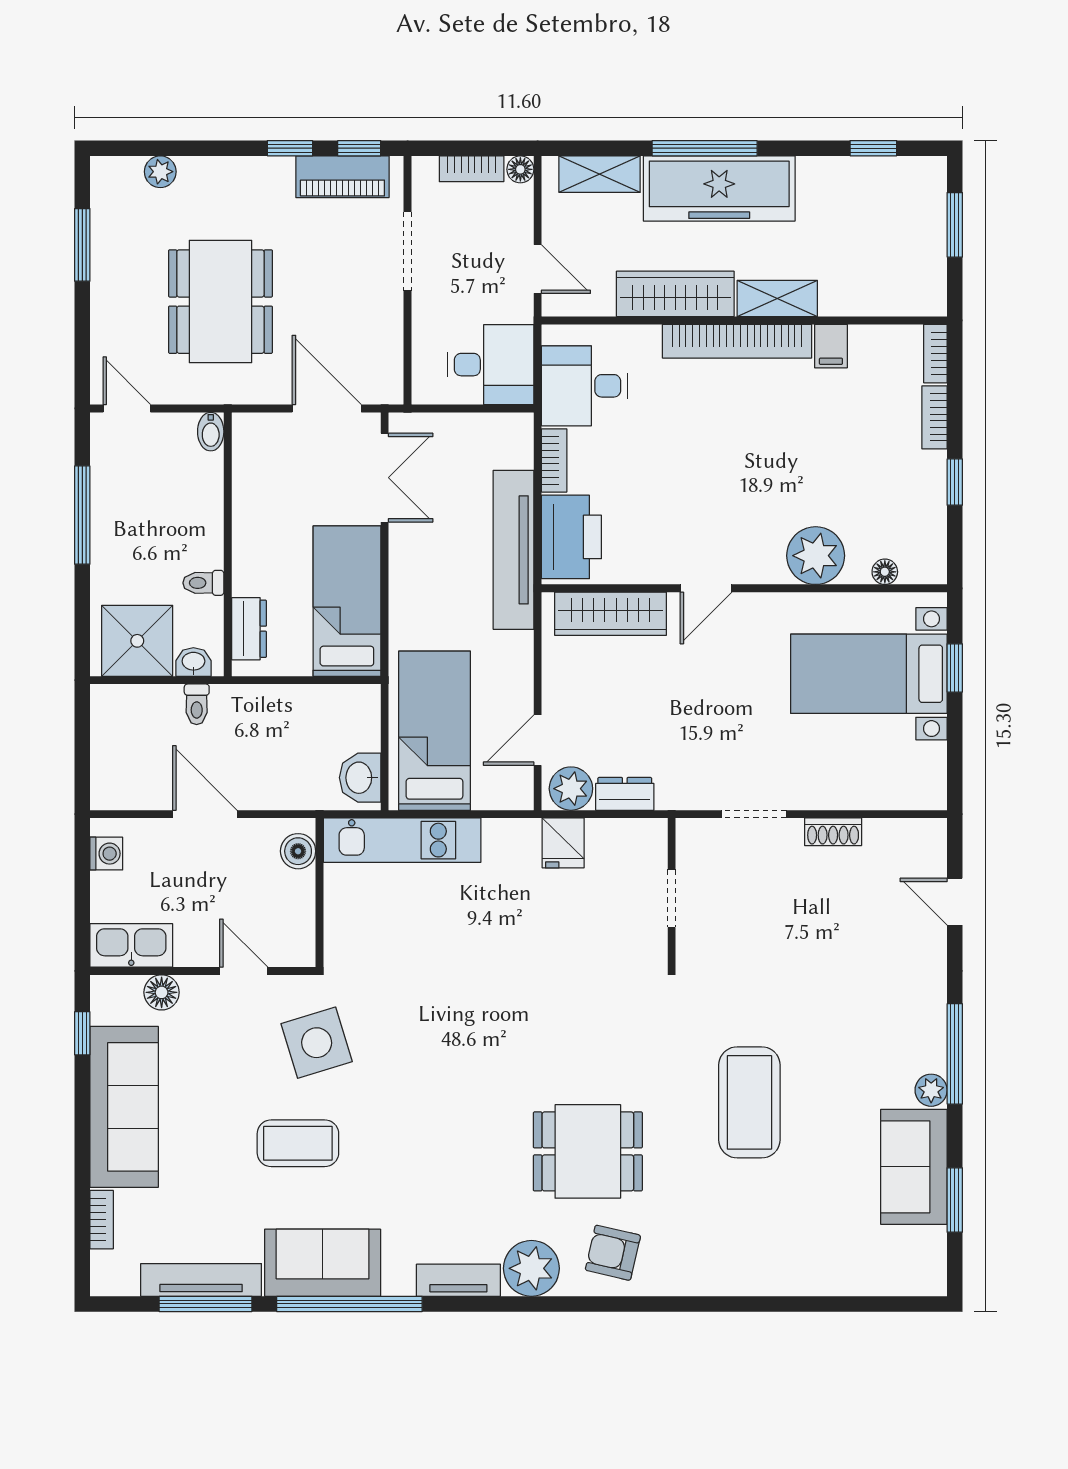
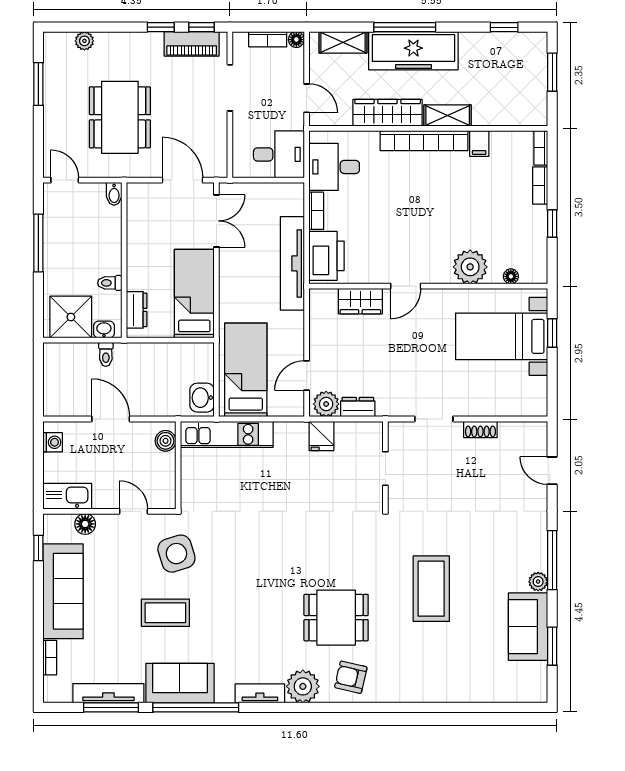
wardrobe: (611, 614) -> (360, 301), width x0.67

